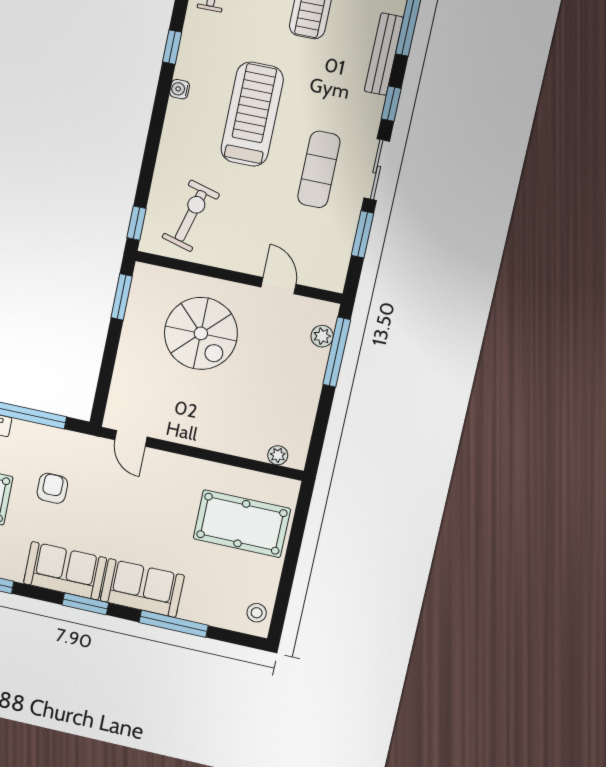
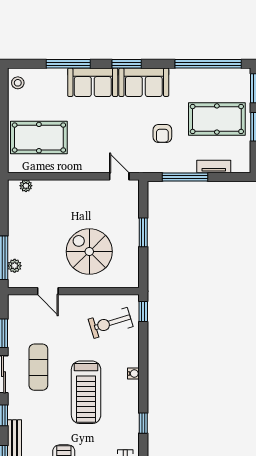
water cooler: (180, 89) -> (133, 374), moved
exercise bike: (191, 216) -> (111, 323), turned 58
window: (121, 297) -> (143, 232), moved

